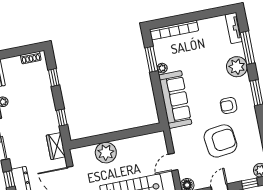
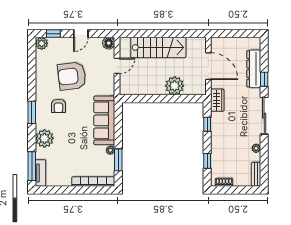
window: (248, 48) -> (32, 166), moved
armchair: (229, 105) -> (58, 106), turned 90

